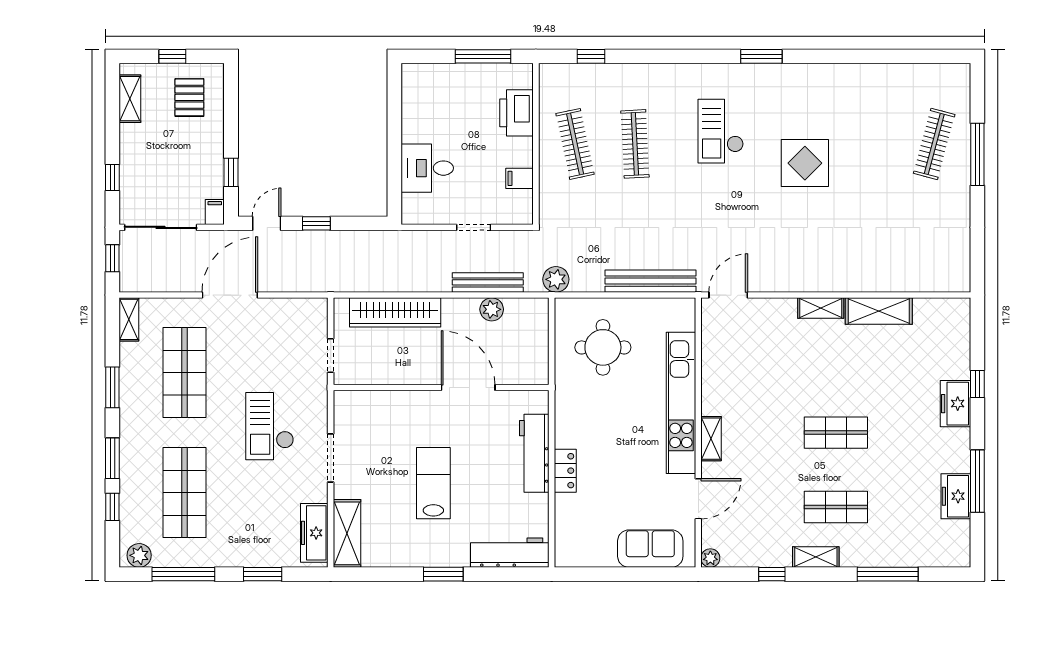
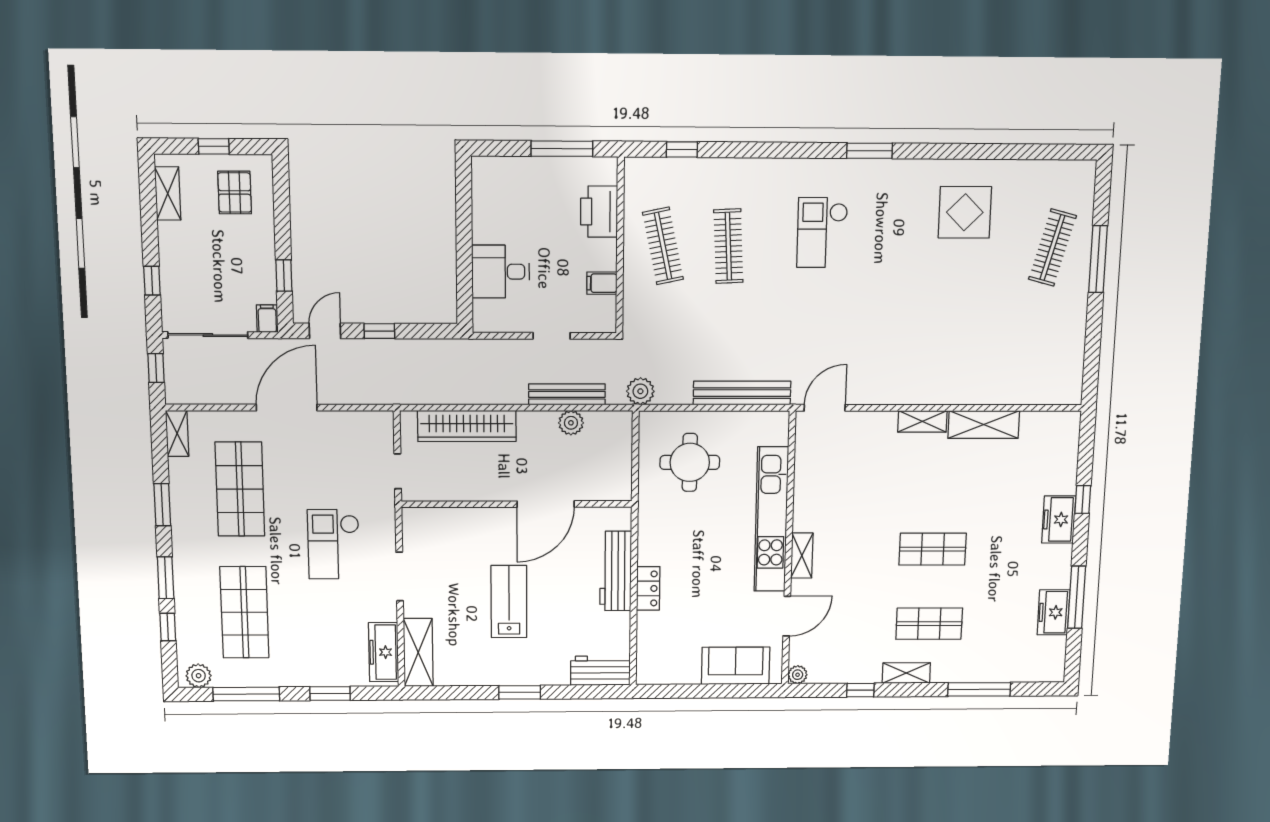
display table: (805, 163) -> (965, 212), moved
door: (468, 387) -> (546, 504), swing flipped
workbench: (510, 553) -> (600, 671), width x0.73

